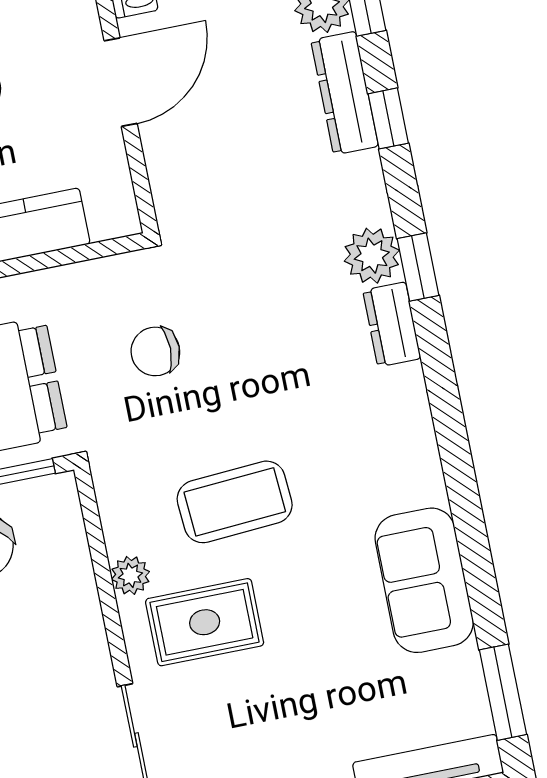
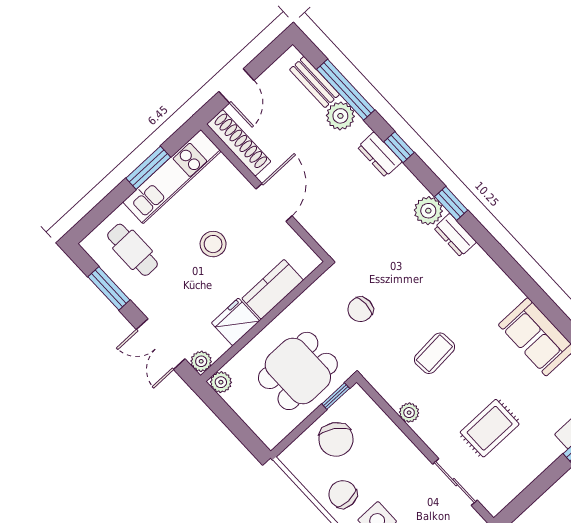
dresser: (345, 93) -> (380, 154), width x0.70
coffee table: (235, 502) -> (434, 353), width x0.73, depth x0.77
rug: (205, 622) -> (490, 428), moved

